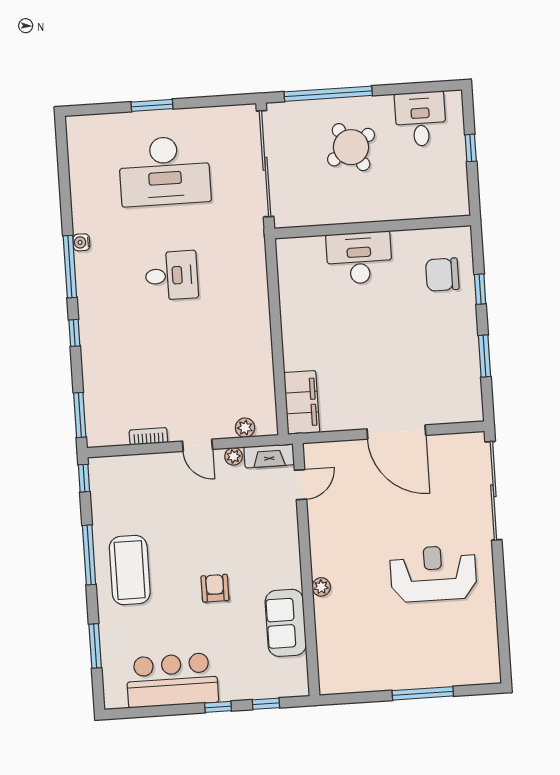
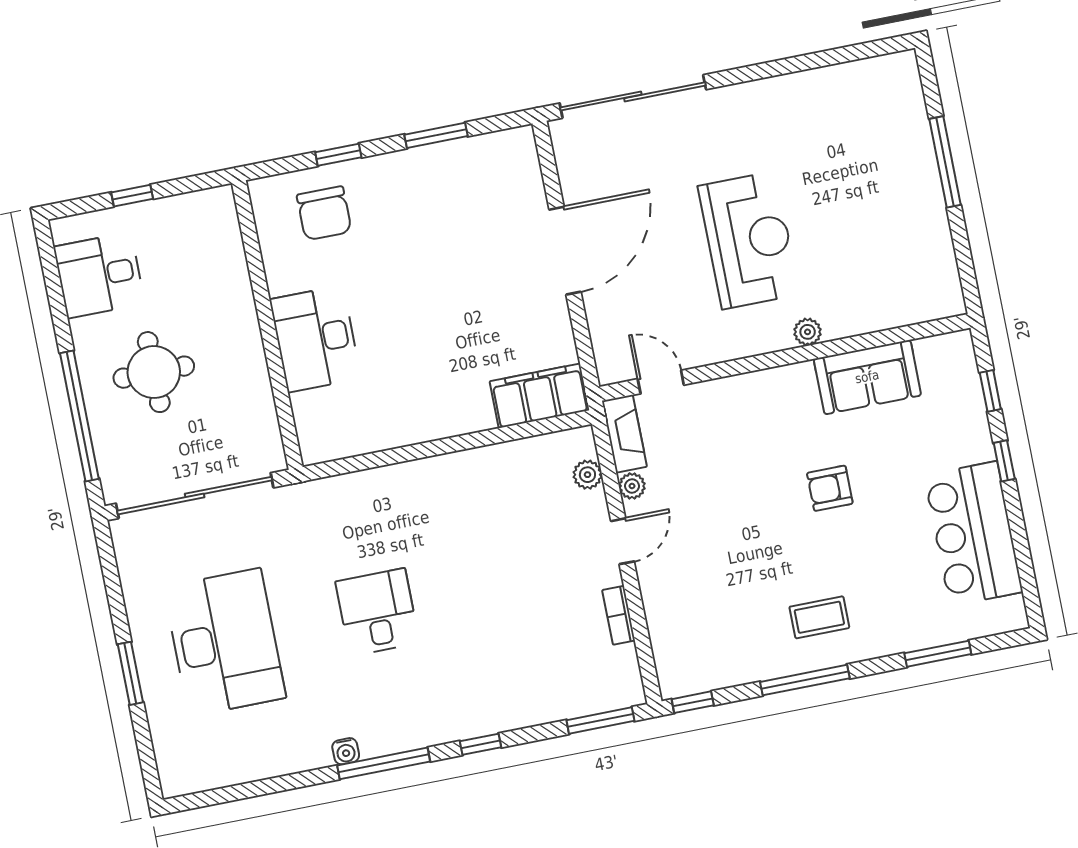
round table: (351, 147) -> (154, 372), turned 32
coffee table: (130, 570) -> (819, 617), width x0.54, depth x0.58
reception desk: (433, 574) -> (749, 240), moved, turned 180

